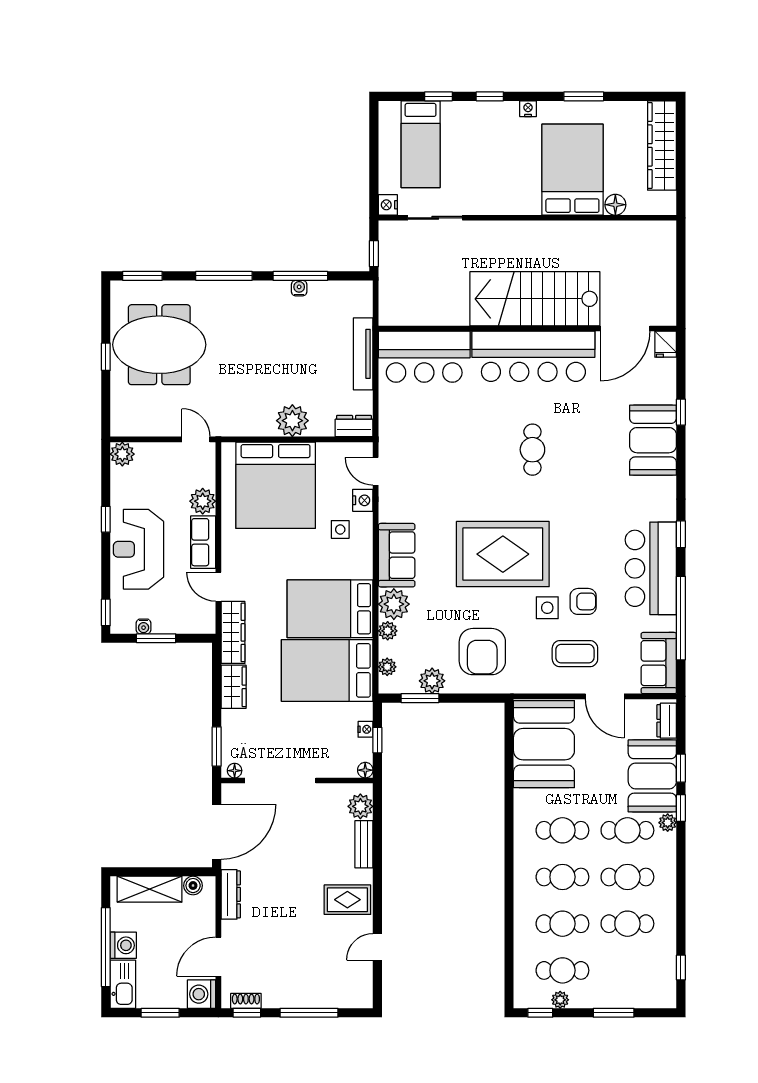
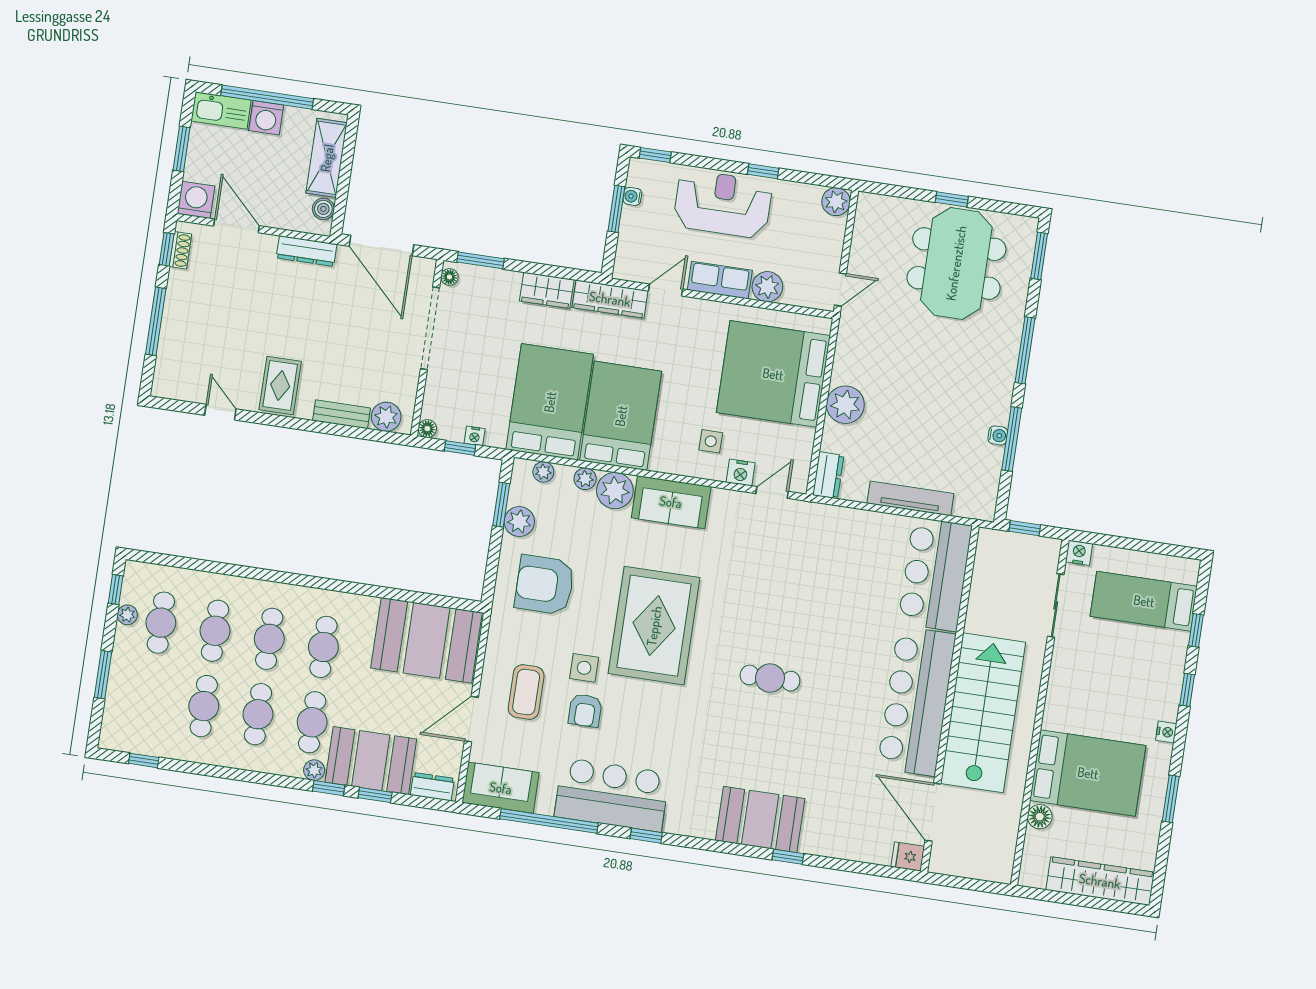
stairs: (535, 299) -> (983, 713), moved
wall: (527, 329) -> (950, 699), moved
door: (625, 329) -> (933, 812), moved
fridge: (666, 344) -> (908, 857), moved
bar counter: (533, 356) -> (917, 701), moved
bar counter: (424, 357) -> (935, 574), moved

